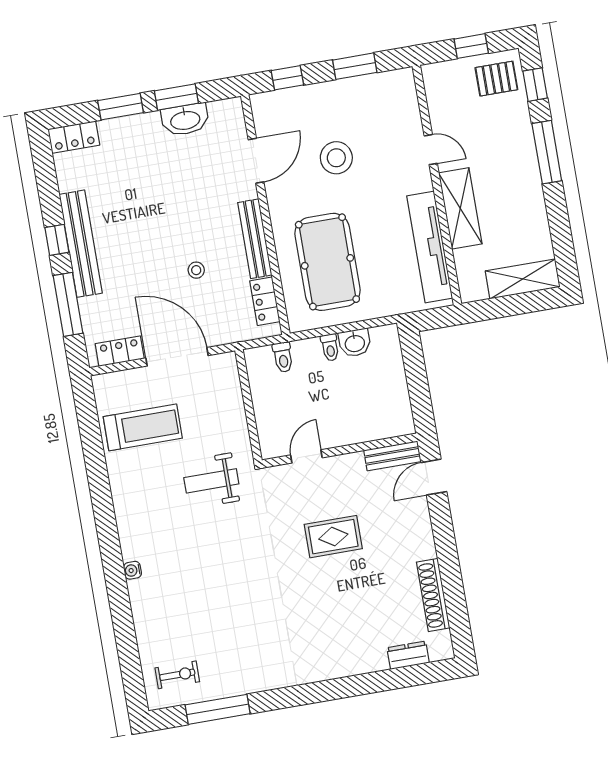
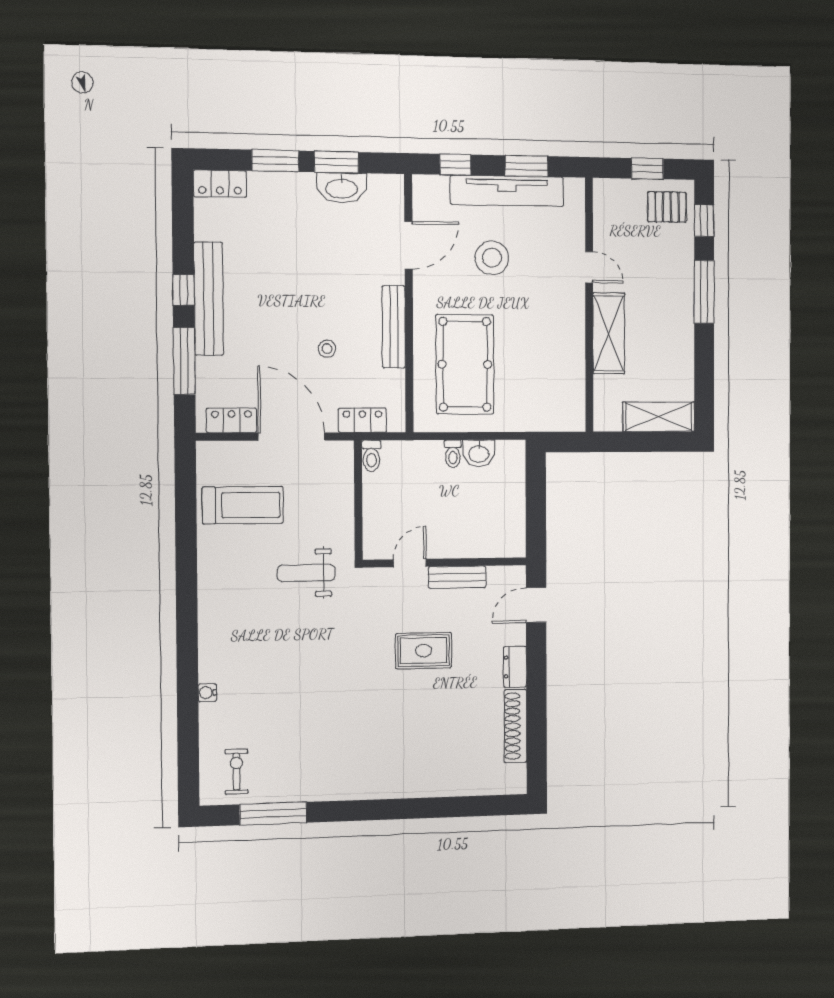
tv unit: (430, 247) -> (507, 191), moved, turned -90
locker: (265, 301) -> (362, 420), moved, turned 90
toilet: (283, 357) -> (371, 456), moved
bench: (392, 456) -> (457, 577), moved
water cooler: (132, 570) -> (207, 693), moved
dresser: (408, 655) -> (515, 667), moved, turned -90
exercise bike: (177, 675) -> (237, 772), turned -90

